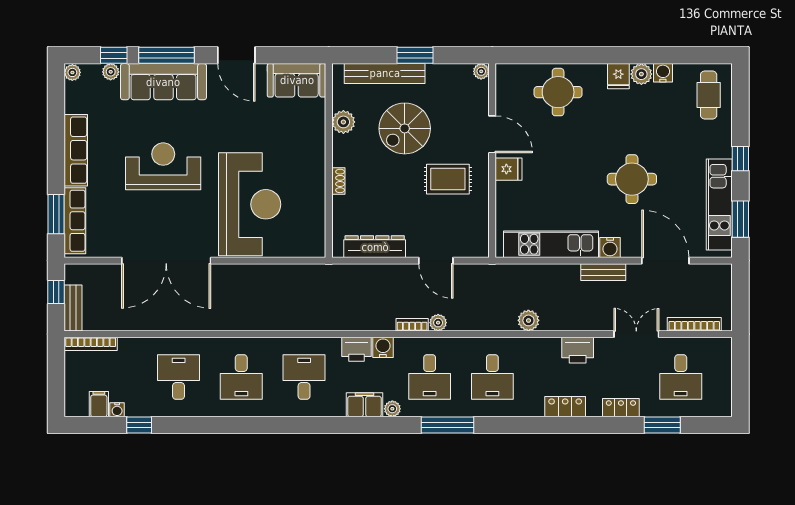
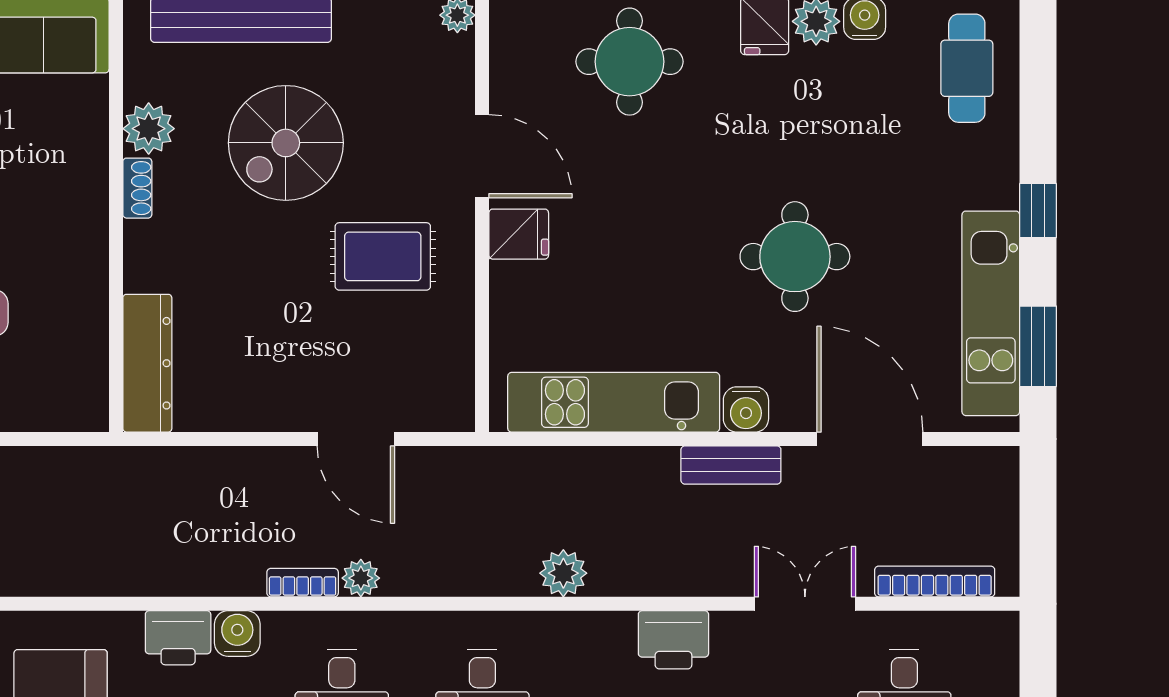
shoe rack: (338, 181) -> (137, 188), moved
dresser: (375, 247) -> (147, 363), moved, turned 90

